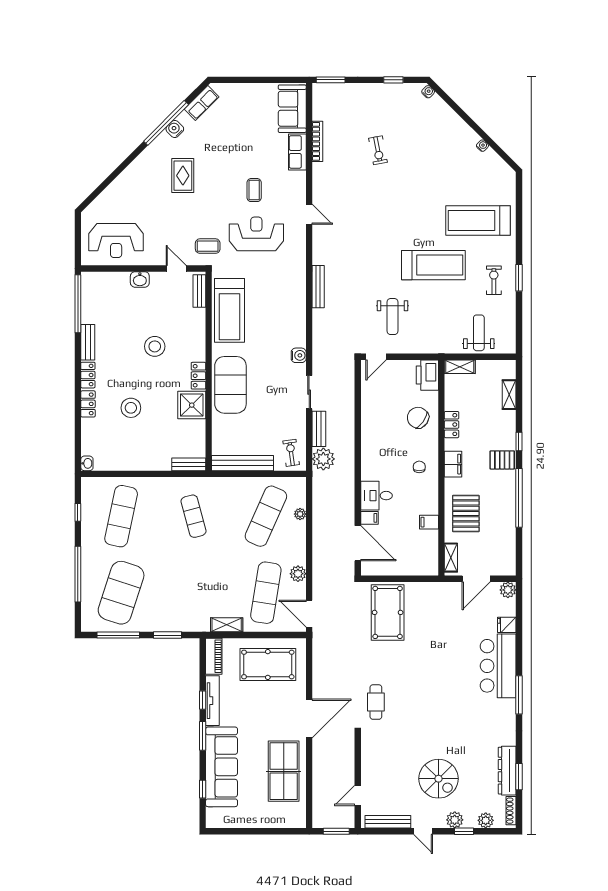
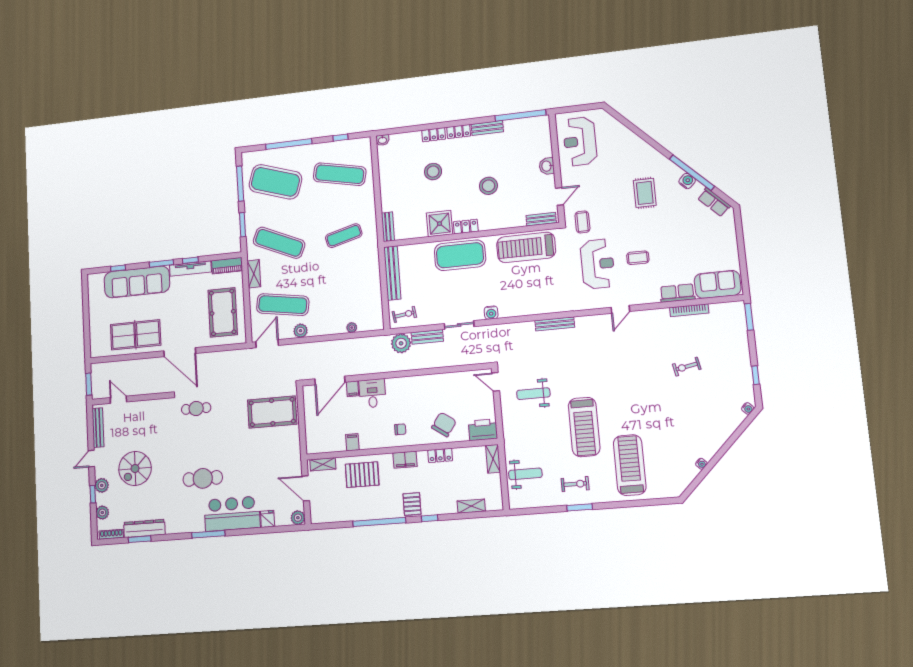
rug: (183, 176) -> (645, 193), turned 90
exercise mat: (266, 516) -> (279, 243), moved
cafe table: (456, 698) -> (203, 478), added

